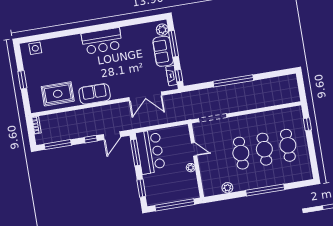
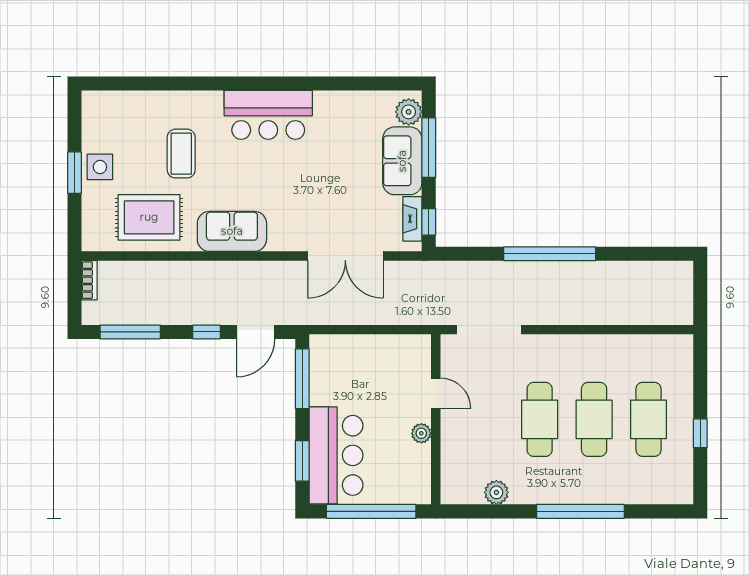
side table: (35, 48) -> (100, 167), moved
coffee table: (67, 64) -> (181, 154), added
window: (307, 124) -> (700, 433), moved
bar counter: (150, 152) -> (336, 455), moved

